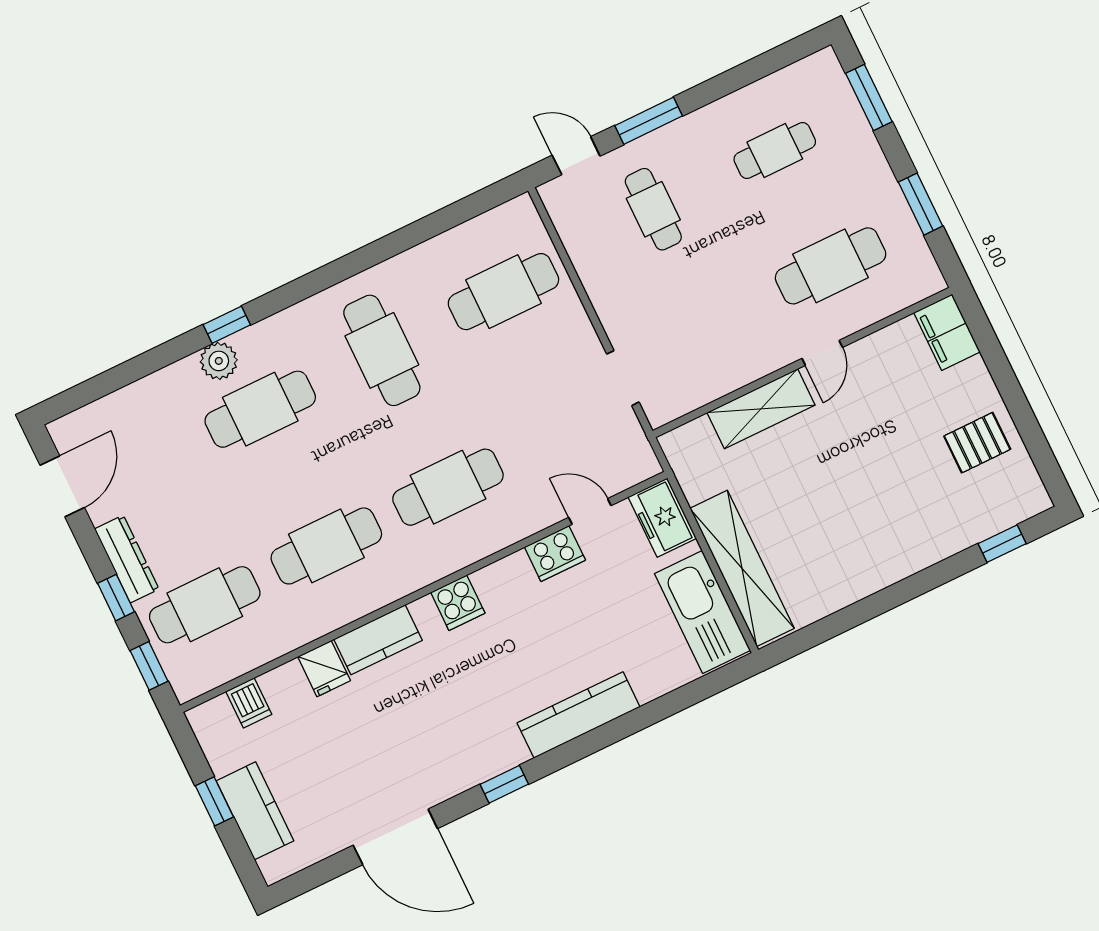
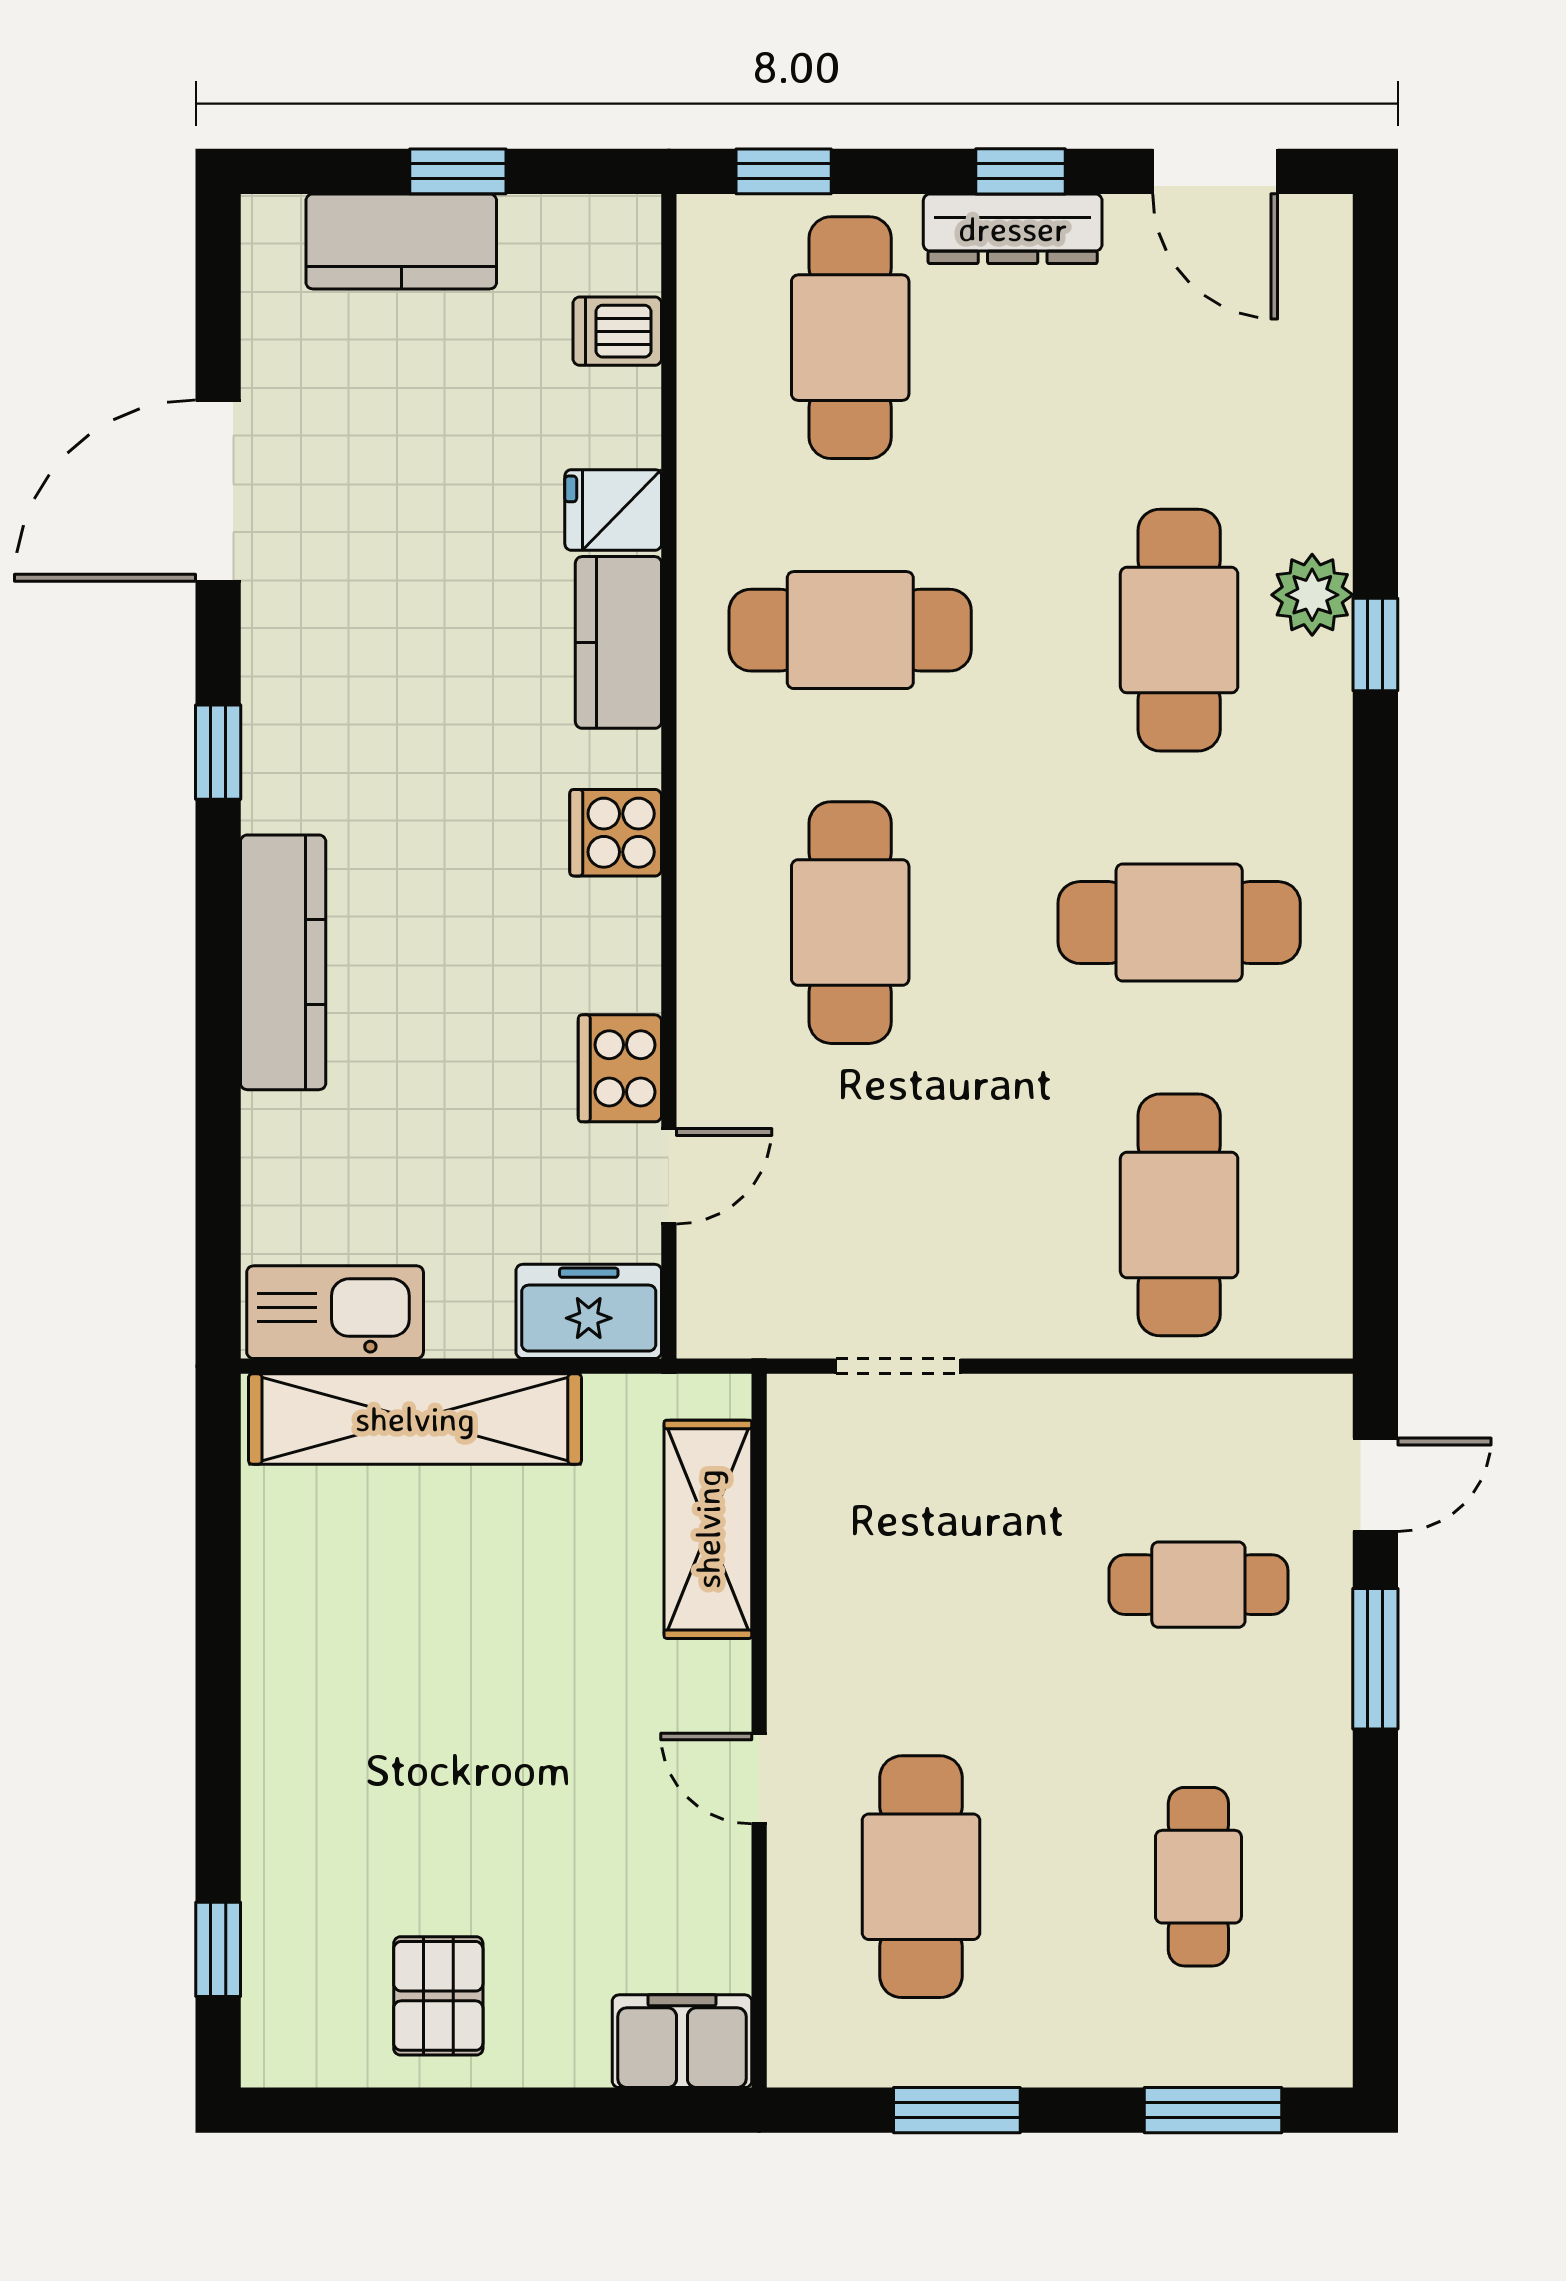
shelving: (761, 409) -> (708, 1529), moved
cafe table: (326, 546) -> (850, 630), turned 90
window: (116, 598) -> (1020, 171), moved
kitchen sink: (702, 612) -> (335, 1312), width x0.73, depth x0.81

